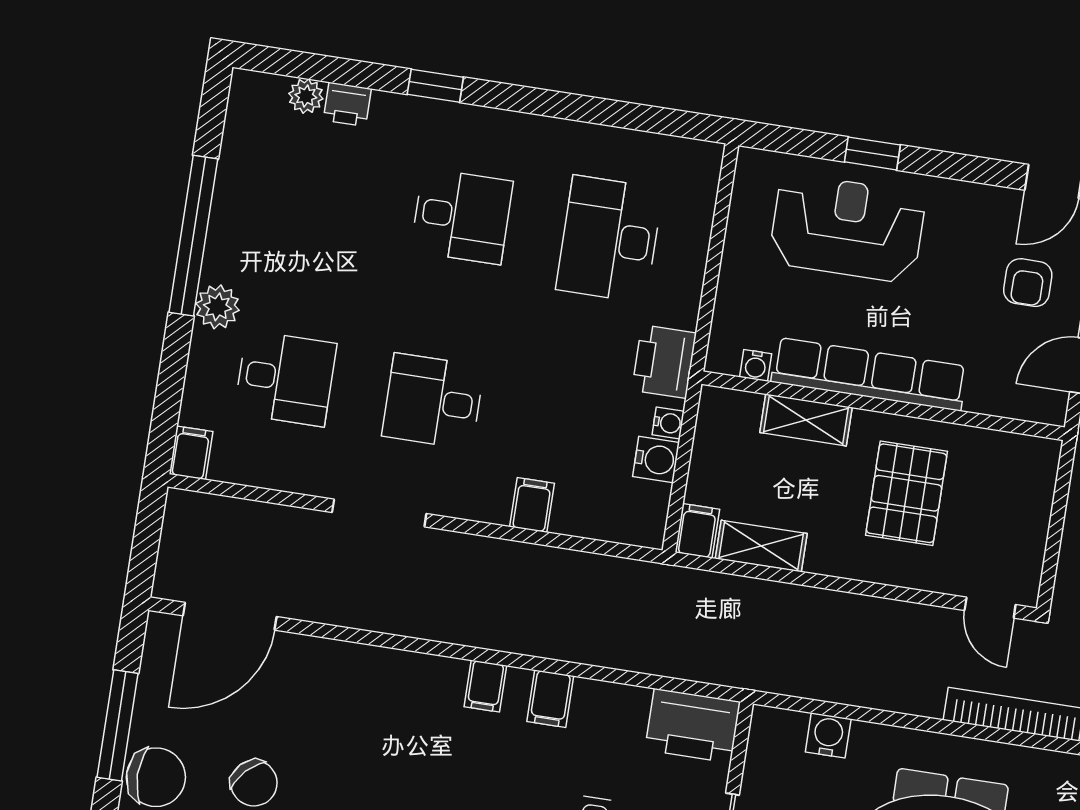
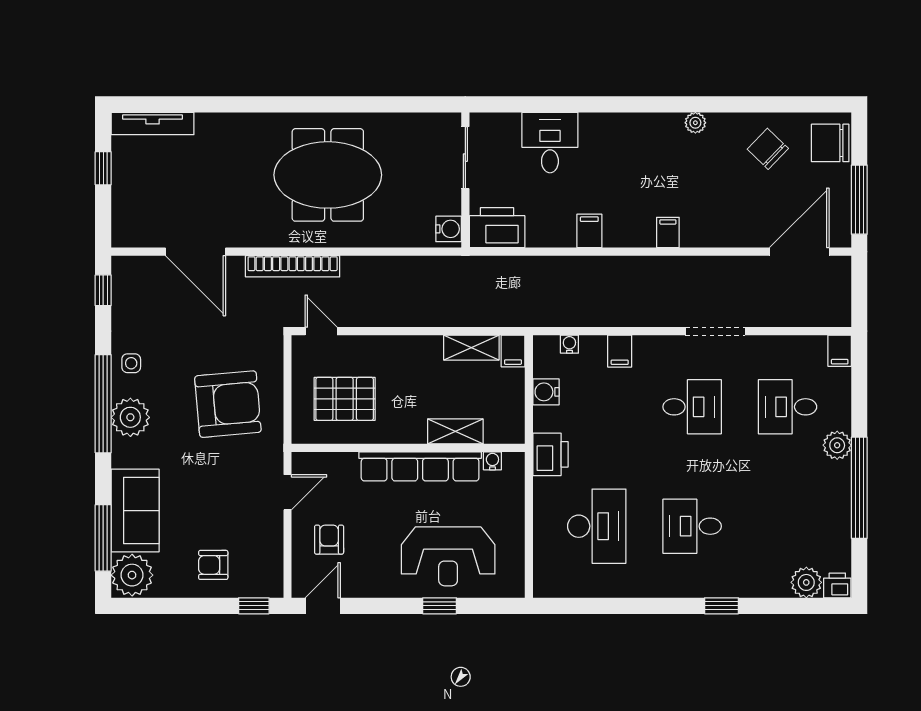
plant: (306, 96) -> (806, 582), width x1.38, depth x1.38
printer: (347, 104) -> (837, 585), moved
water cooler: (668, 423) -> (569, 344), moved, turned 90
pallet: (906, 493) -> (345, 399), moved, turned 90
filing cabinet: (485, 686) -> (668, 232), moved
window: (118, 725) -> (859, 200), moved
water cooler: (828, 735) -> (449, 229), moved, turned -90

